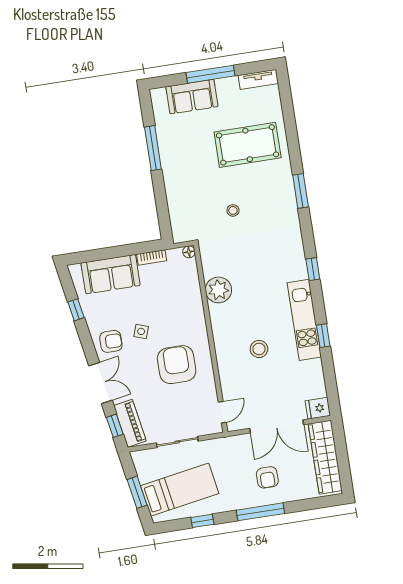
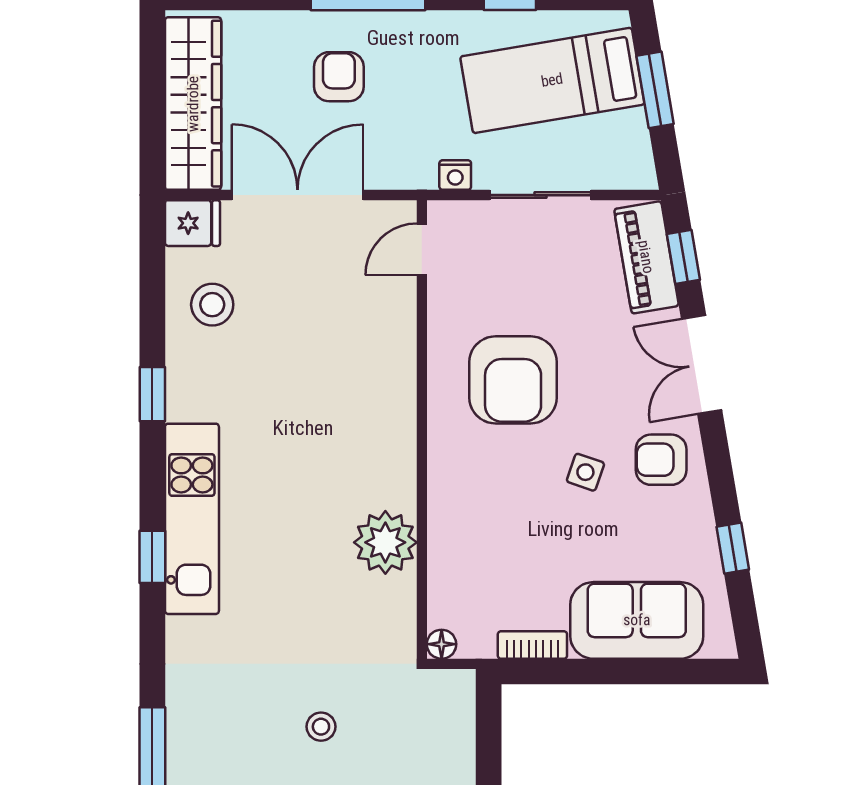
kitchen unit: (304, 320) -> (192, 519), moved
stool: (259, 349) -> (212, 305), moved
nightstand: (213, 445) -> (455, 175), added

